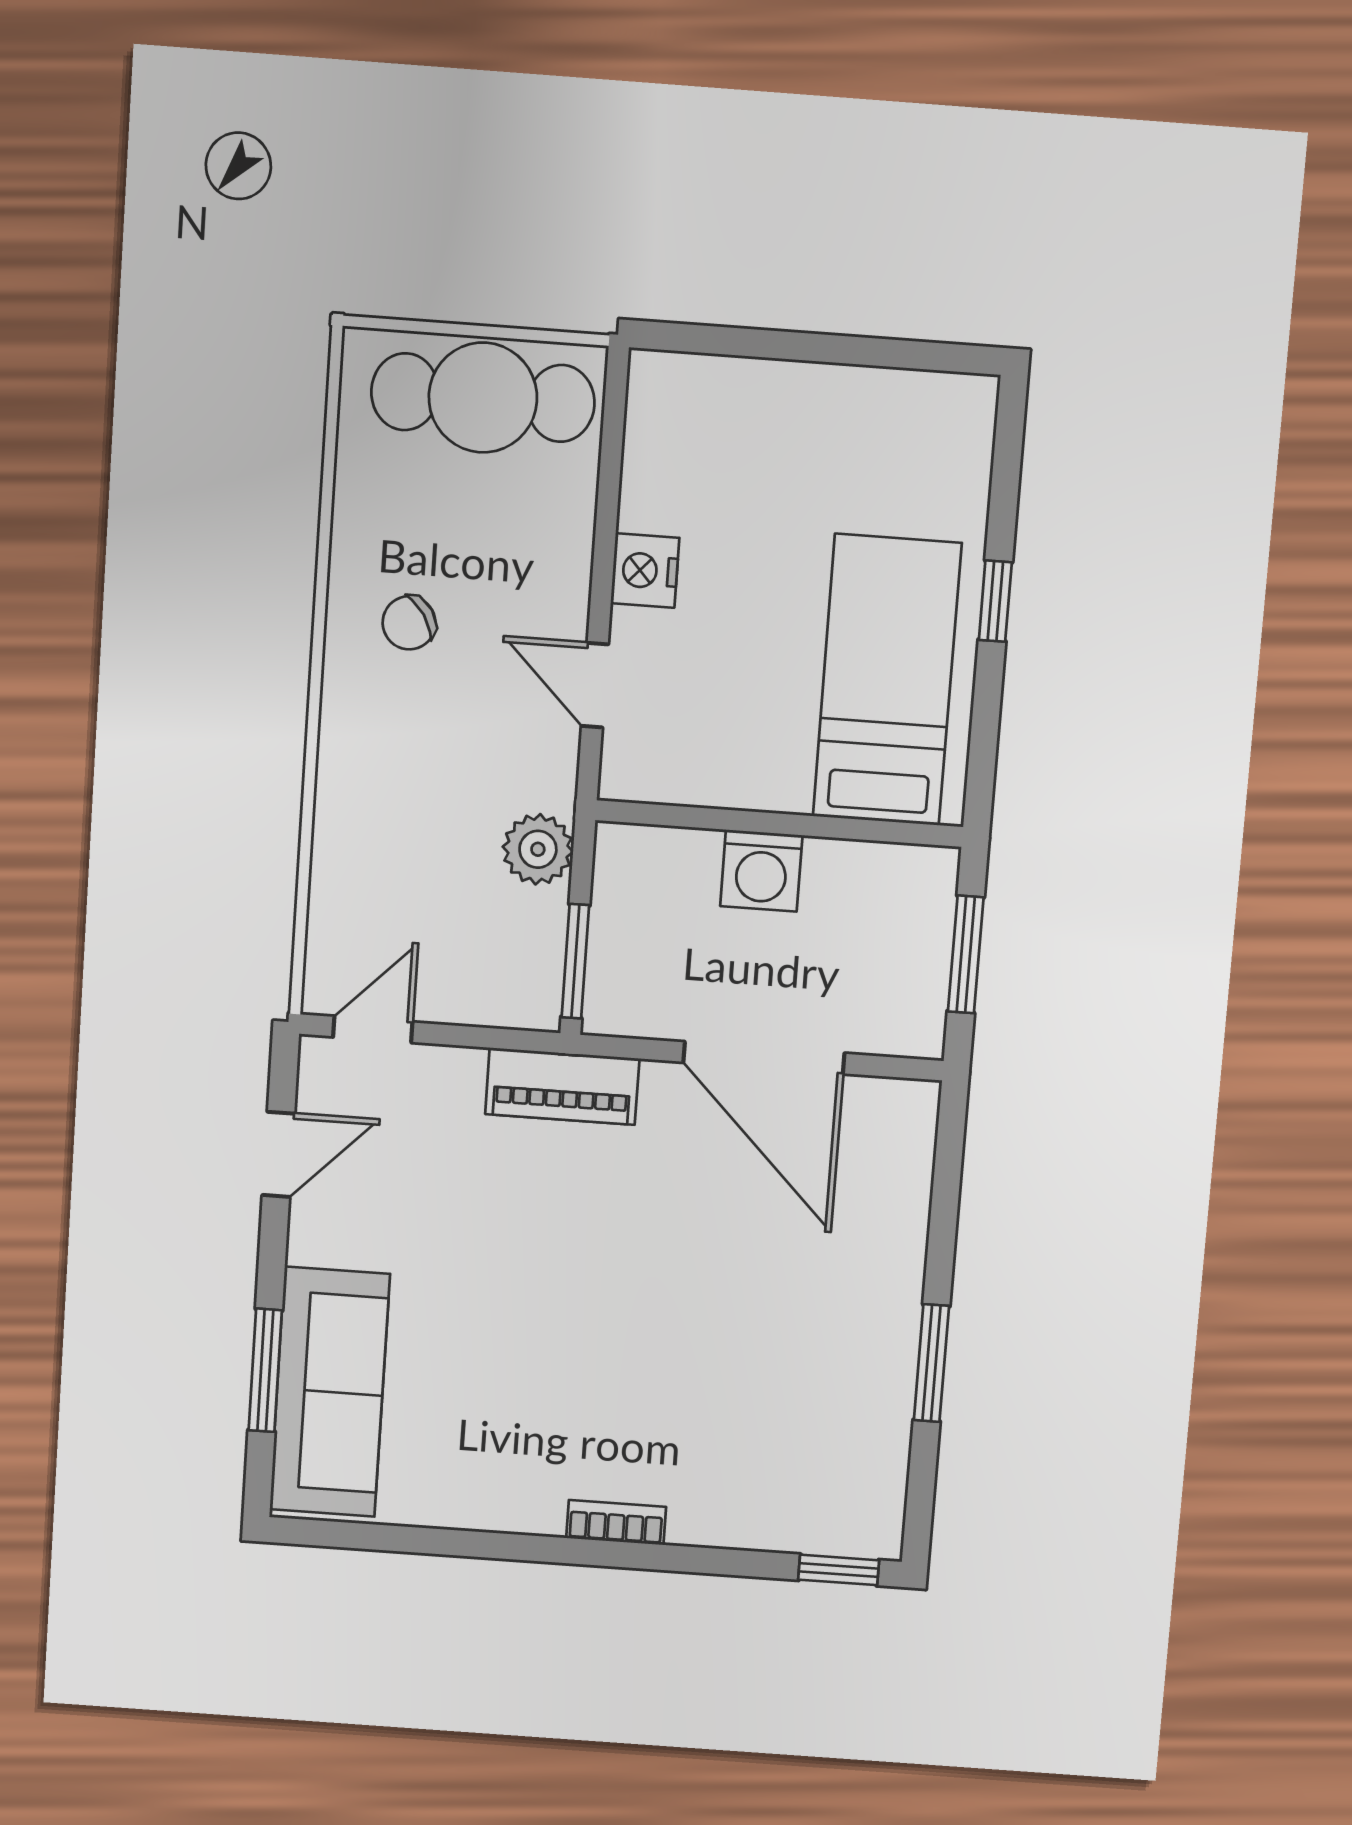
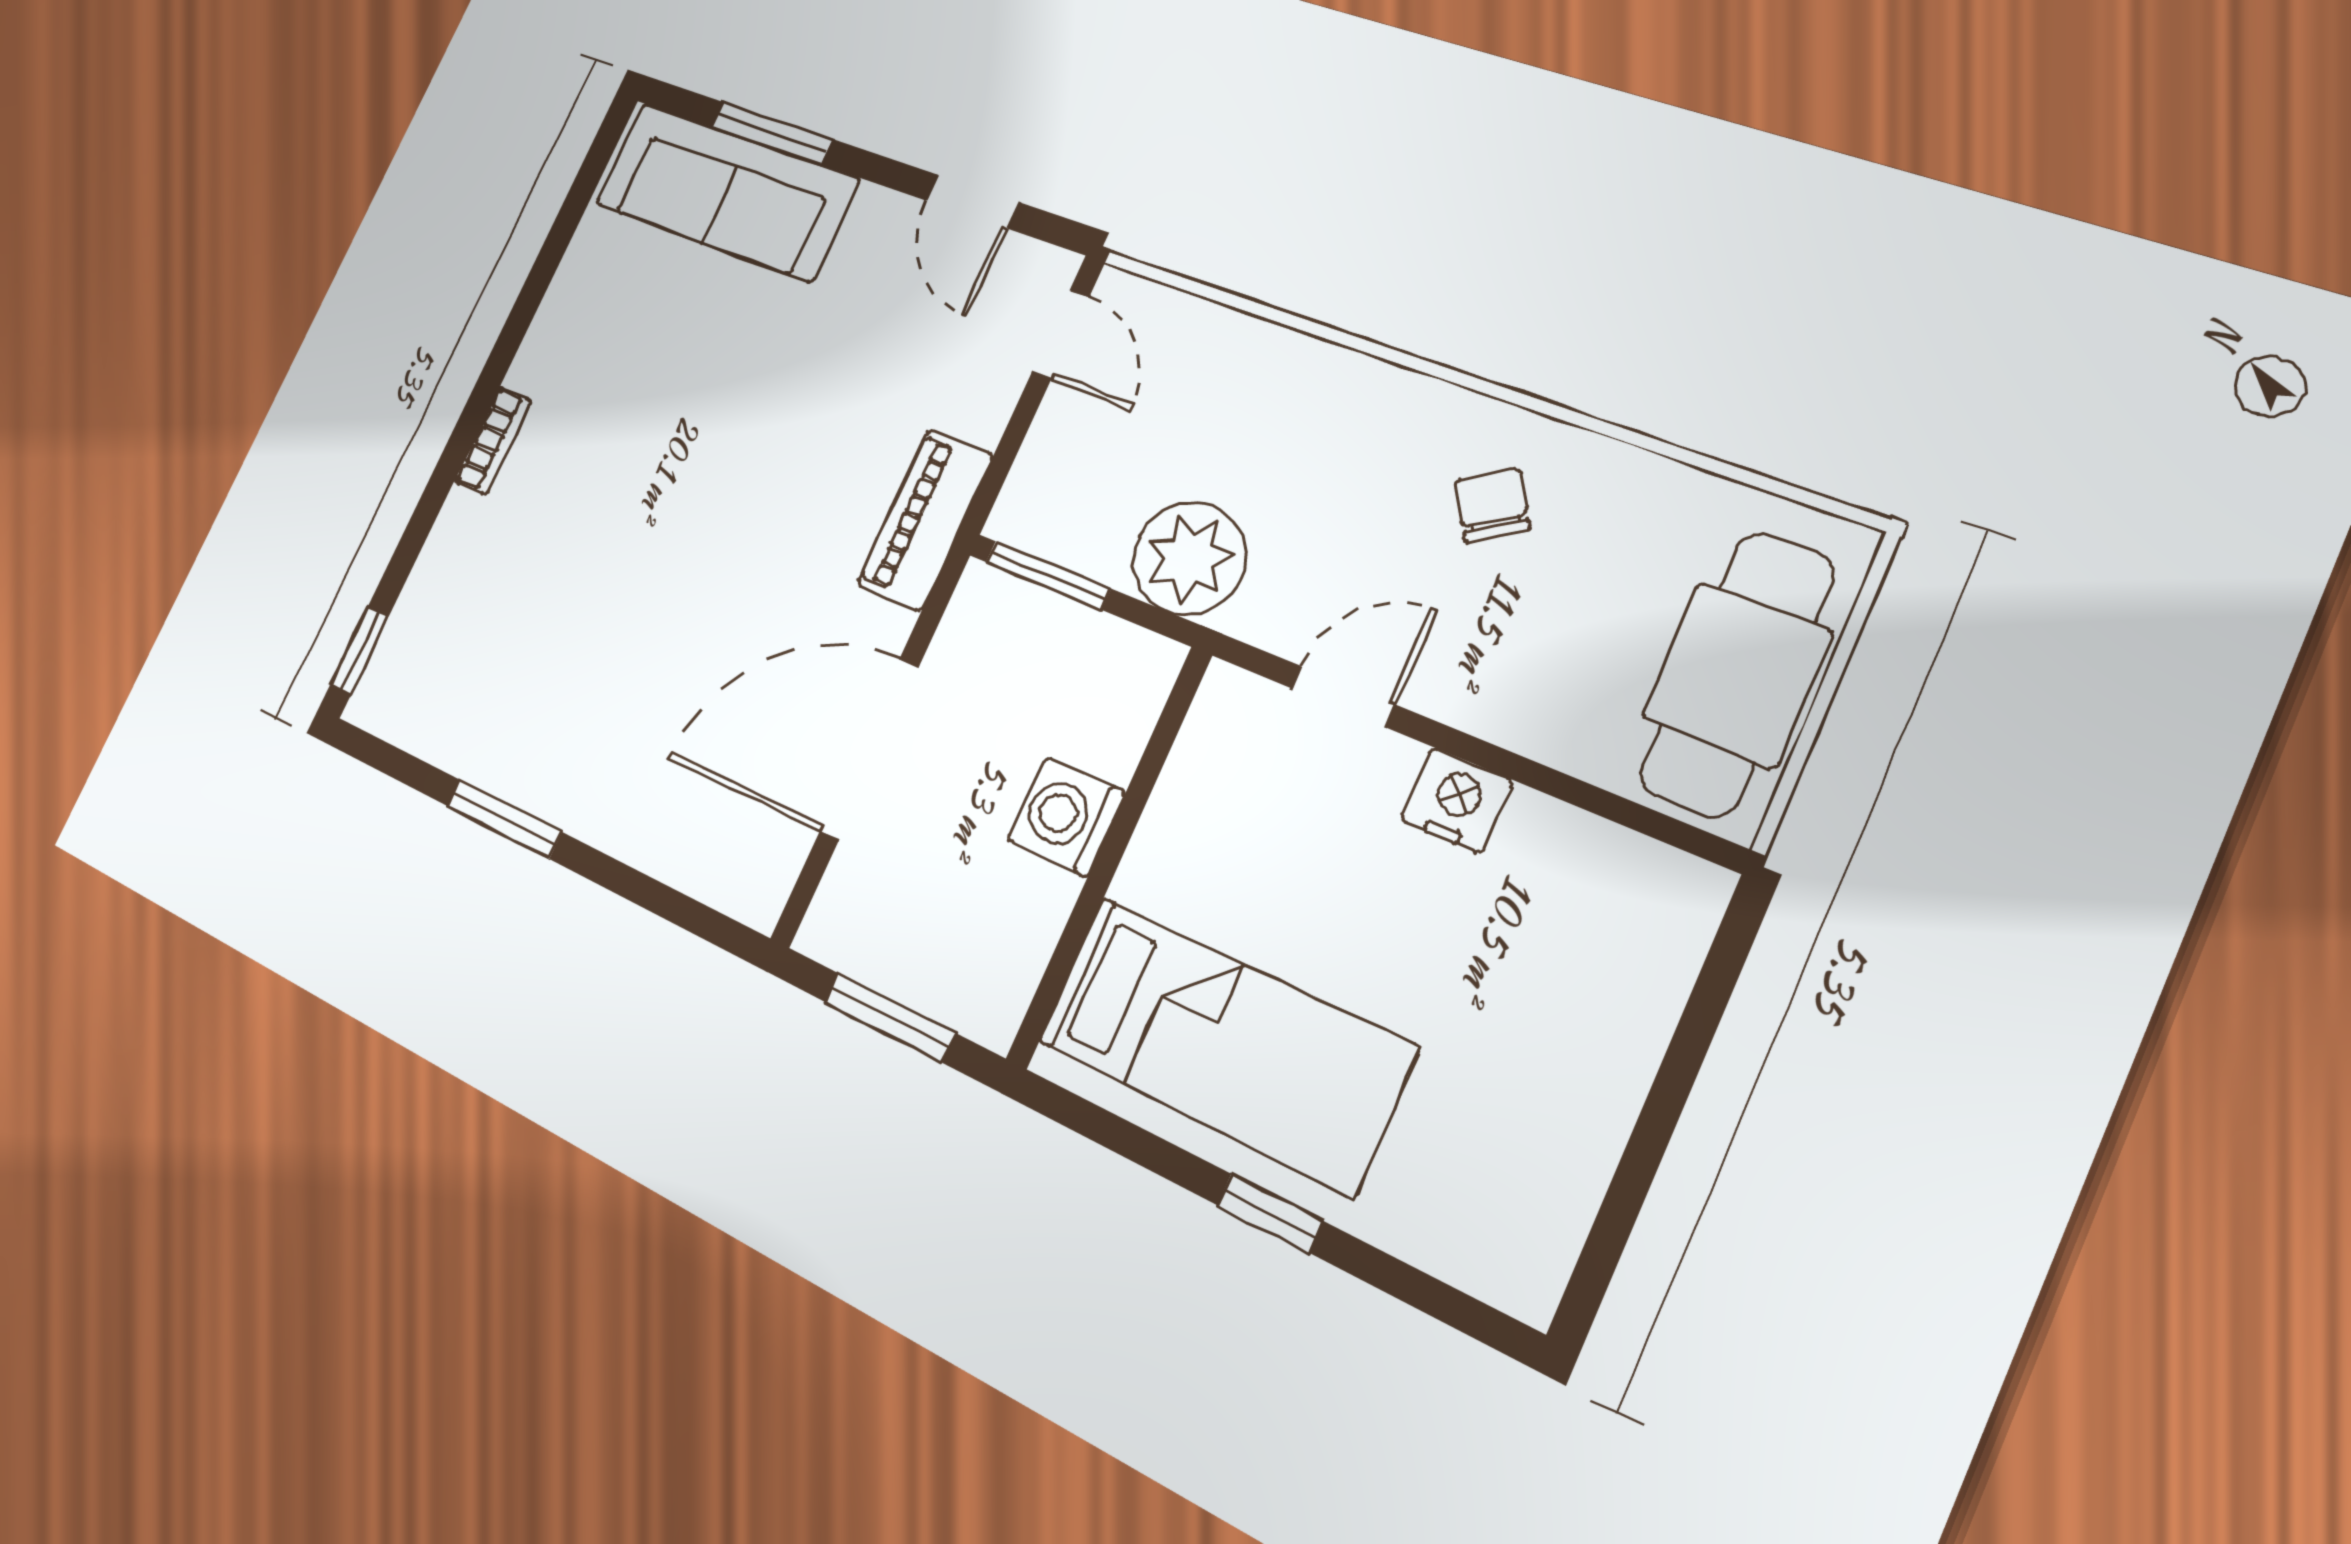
plant: (538, 849) -> (1189, 558), width x1.36, depth x1.36

